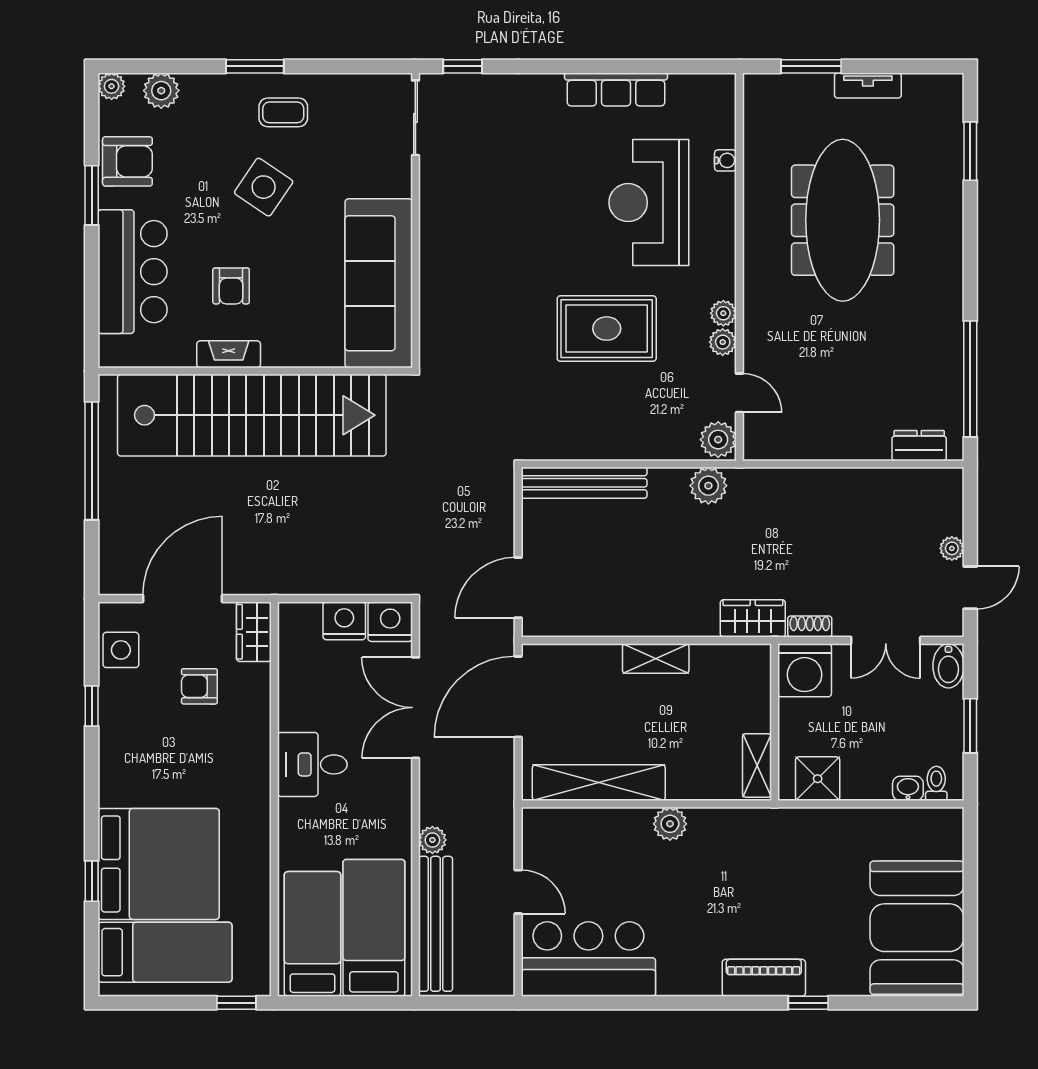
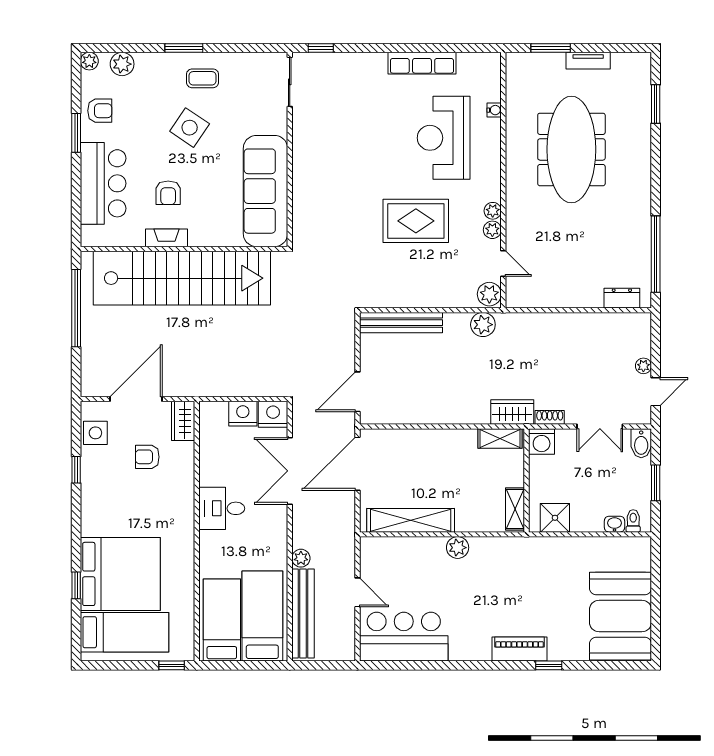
armchair: (127, 161) -> (100, 111), width x0.72, depth x0.72
shelving: (656, 658) -> (500, 438), moved
washing machine: (805, 670) -> (542, 441), width x0.73, depth x0.73

